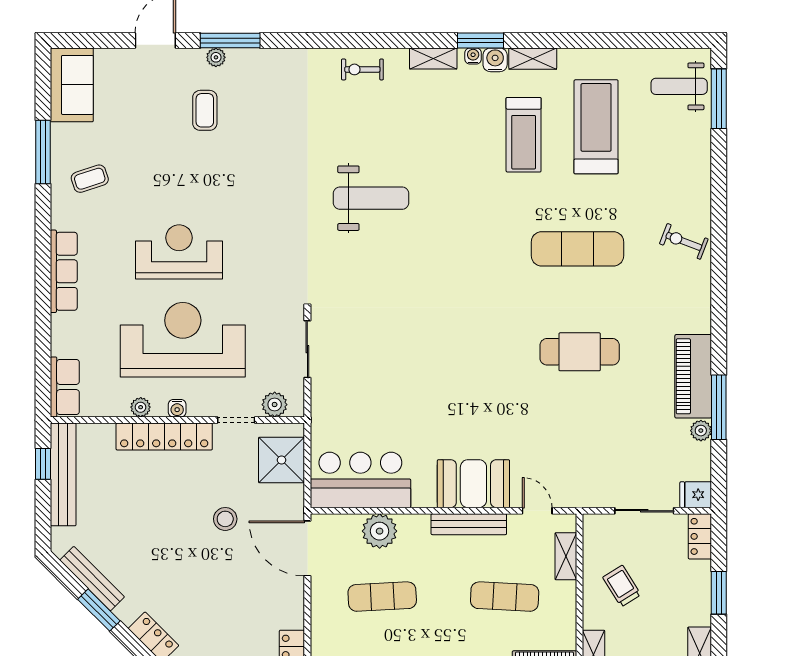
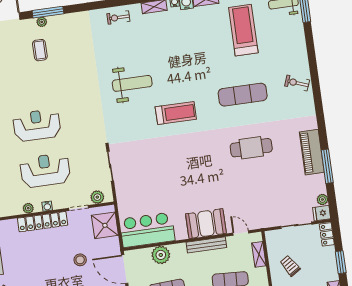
treadmill: (524, 135) -> (176, 113), moved, turned -90
reception desk: (183, 340) -> (45, 170), width x0.74, depth x0.77
plant: (701, 431) -> (322, 200), moved

